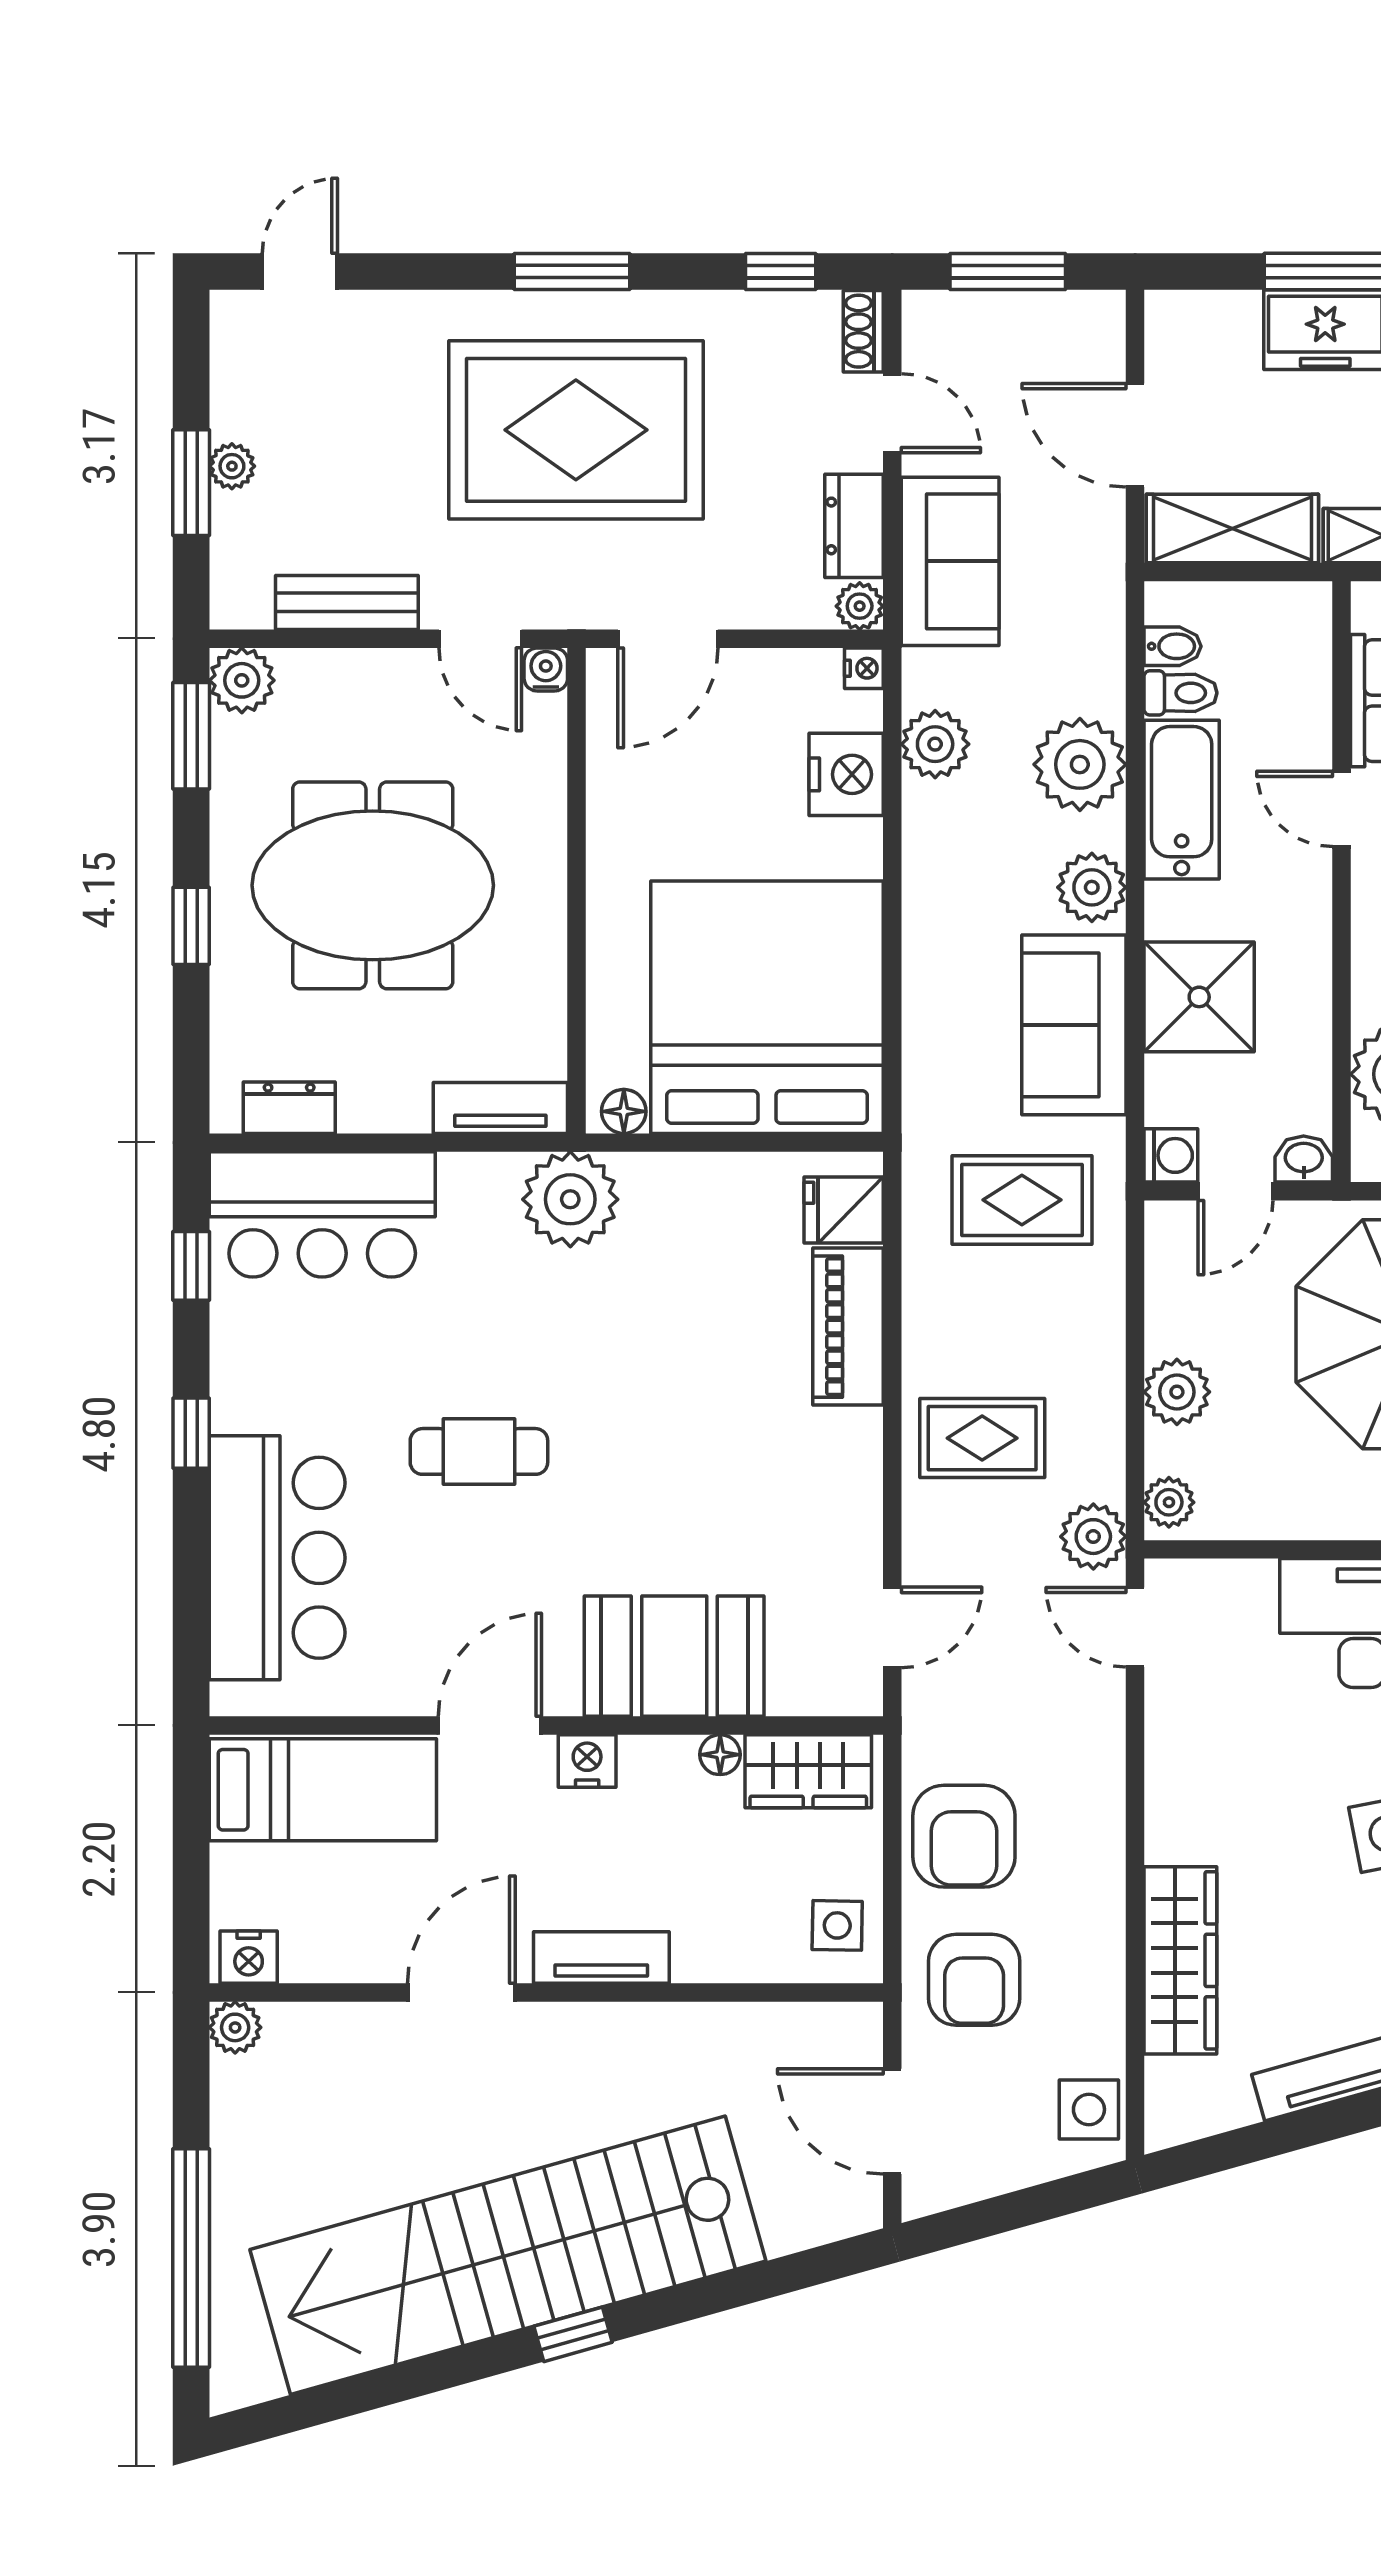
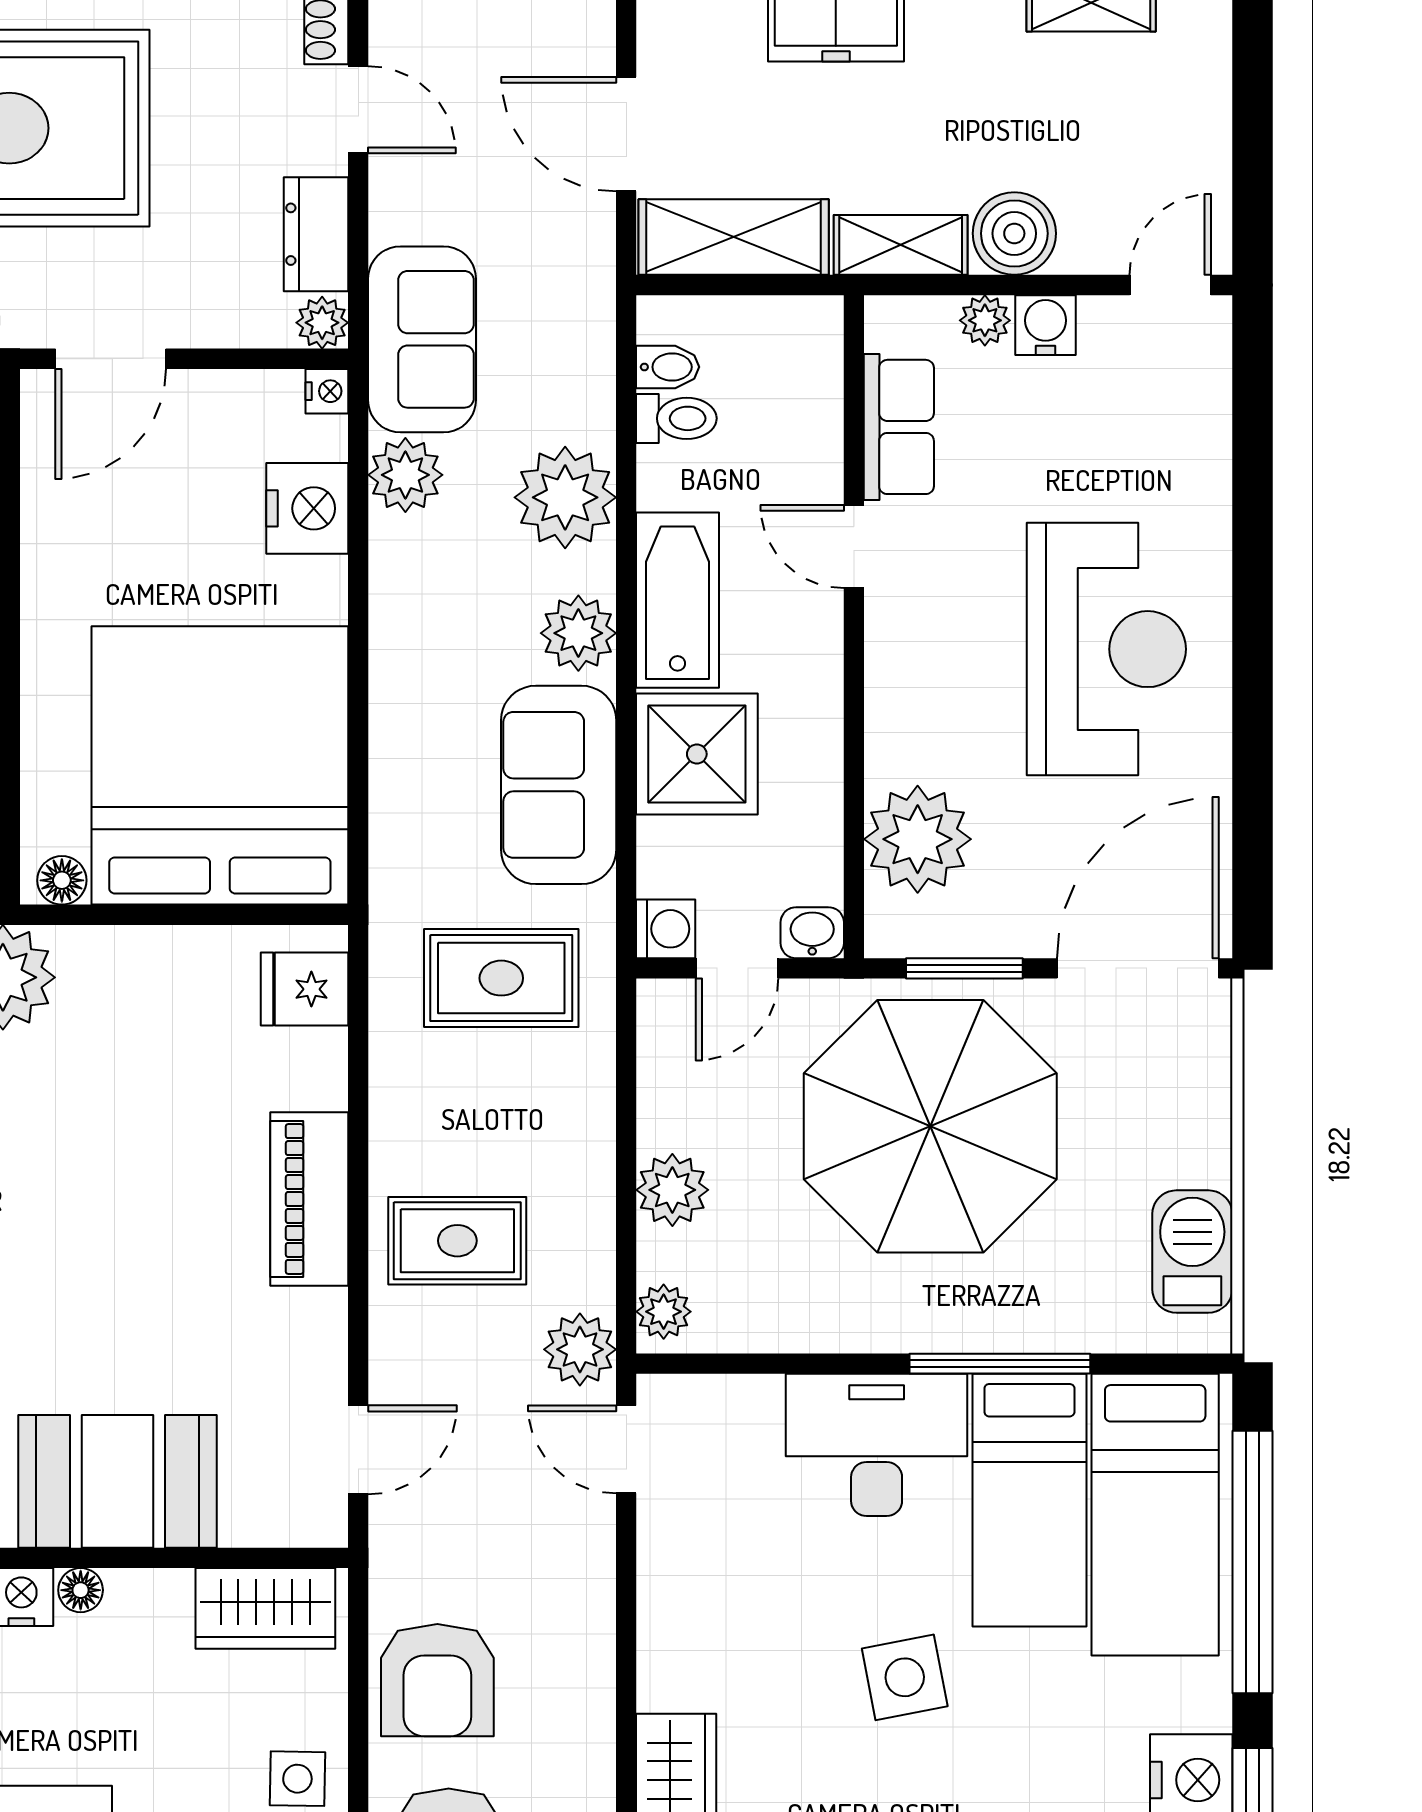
sofa: (950, 561) -> (422, 339), moved
bathtub: (1182, 800) -> (678, 600), moved
piano: (848, 1327) -> (309, 1199), moved
floor lamp: (720, 1755) -> (81, 1590), moved

